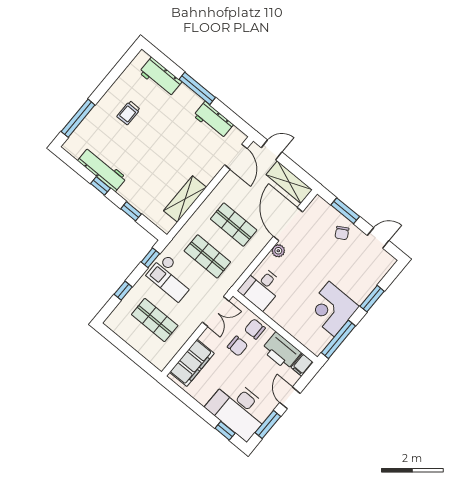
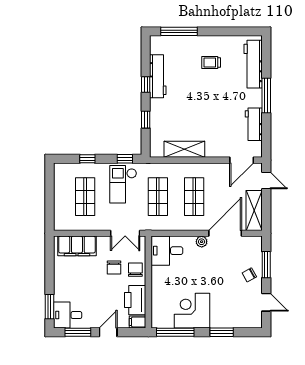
workbench: (160, 77) -> (253, 64), width x1.38
desk: (239, 409) -> (68, 315), width x0.53, depth x0.77
window: (225, 431) -> (49, 307), width x1.50

